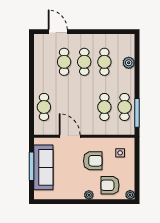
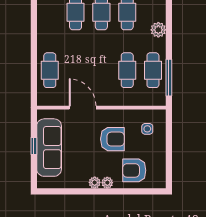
plant: (129, 63) -> (158, 30), moved
window: (31, 166) -> (34, 146), width x0.46
plant: (130, 195) -> (95, 183), moved

